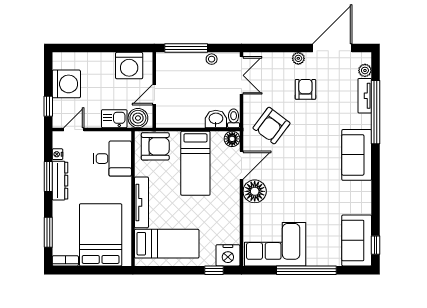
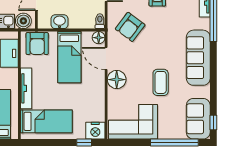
washbasin: (216, 119) -> (59, 22), moved
armchair: (155, 146) -> (37, 44), turned 90
sofa: (357, 155) -> (198, 58), width x1.36
door: (241, 165) -> (106, 58), swing flipped
coffee table: (310, 195) -> (161, 82), added
window: (306, 270) -> (174, 143), moved

